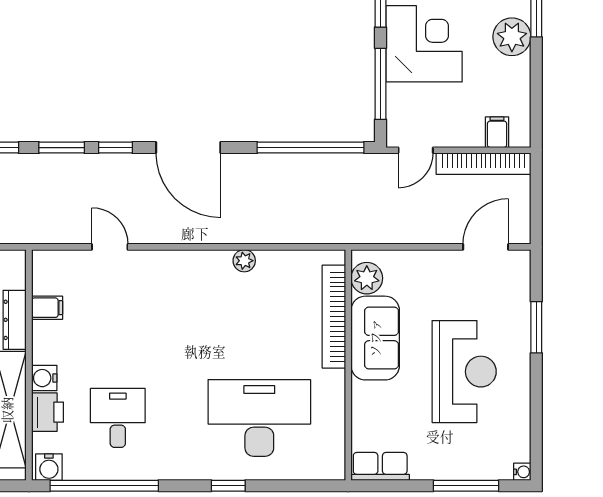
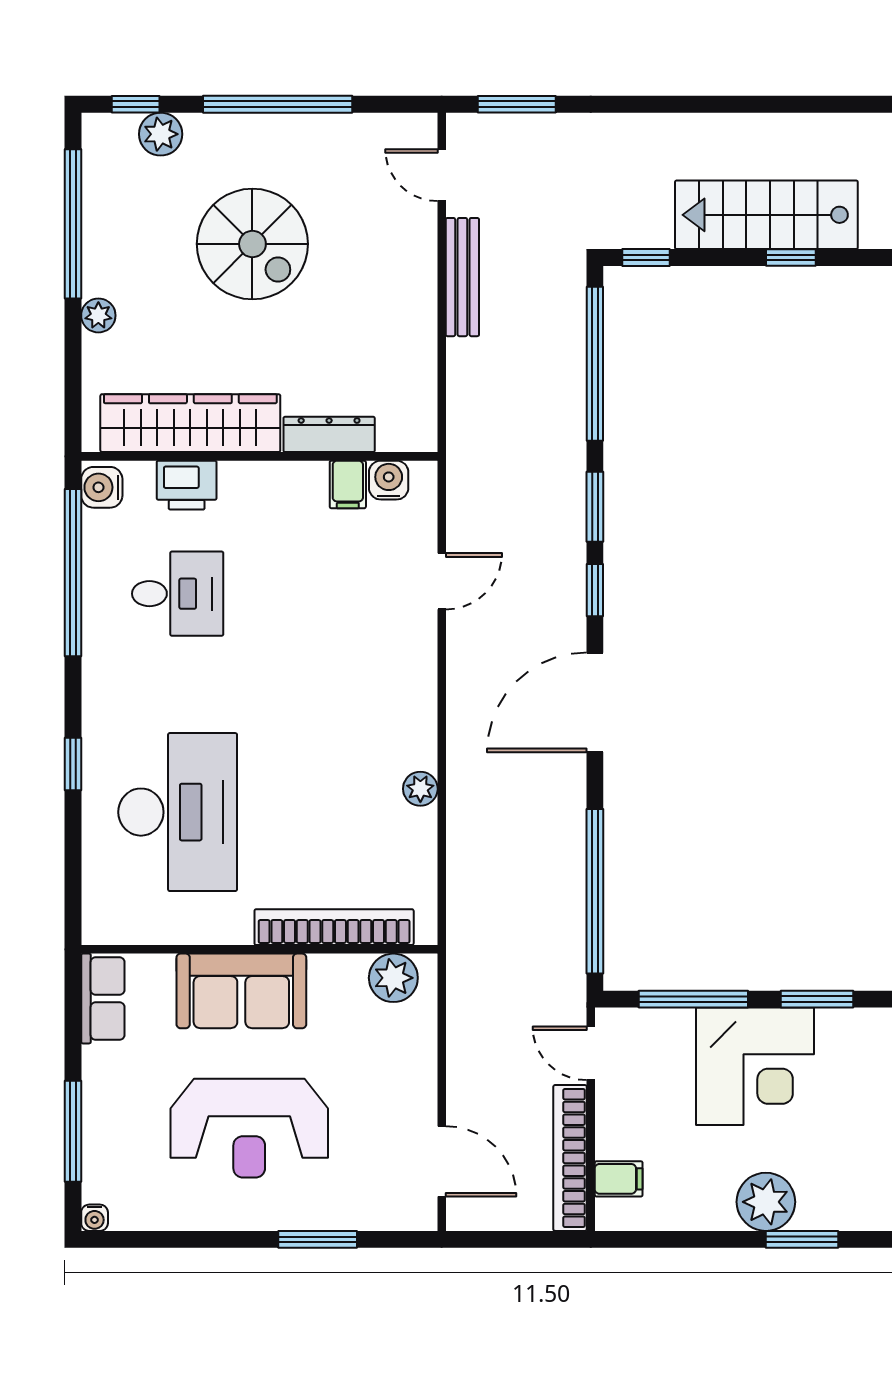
sofa: (375, 338) -> (241, 991), moved
water cooler: (44, 378) -> (389, 480), moved

